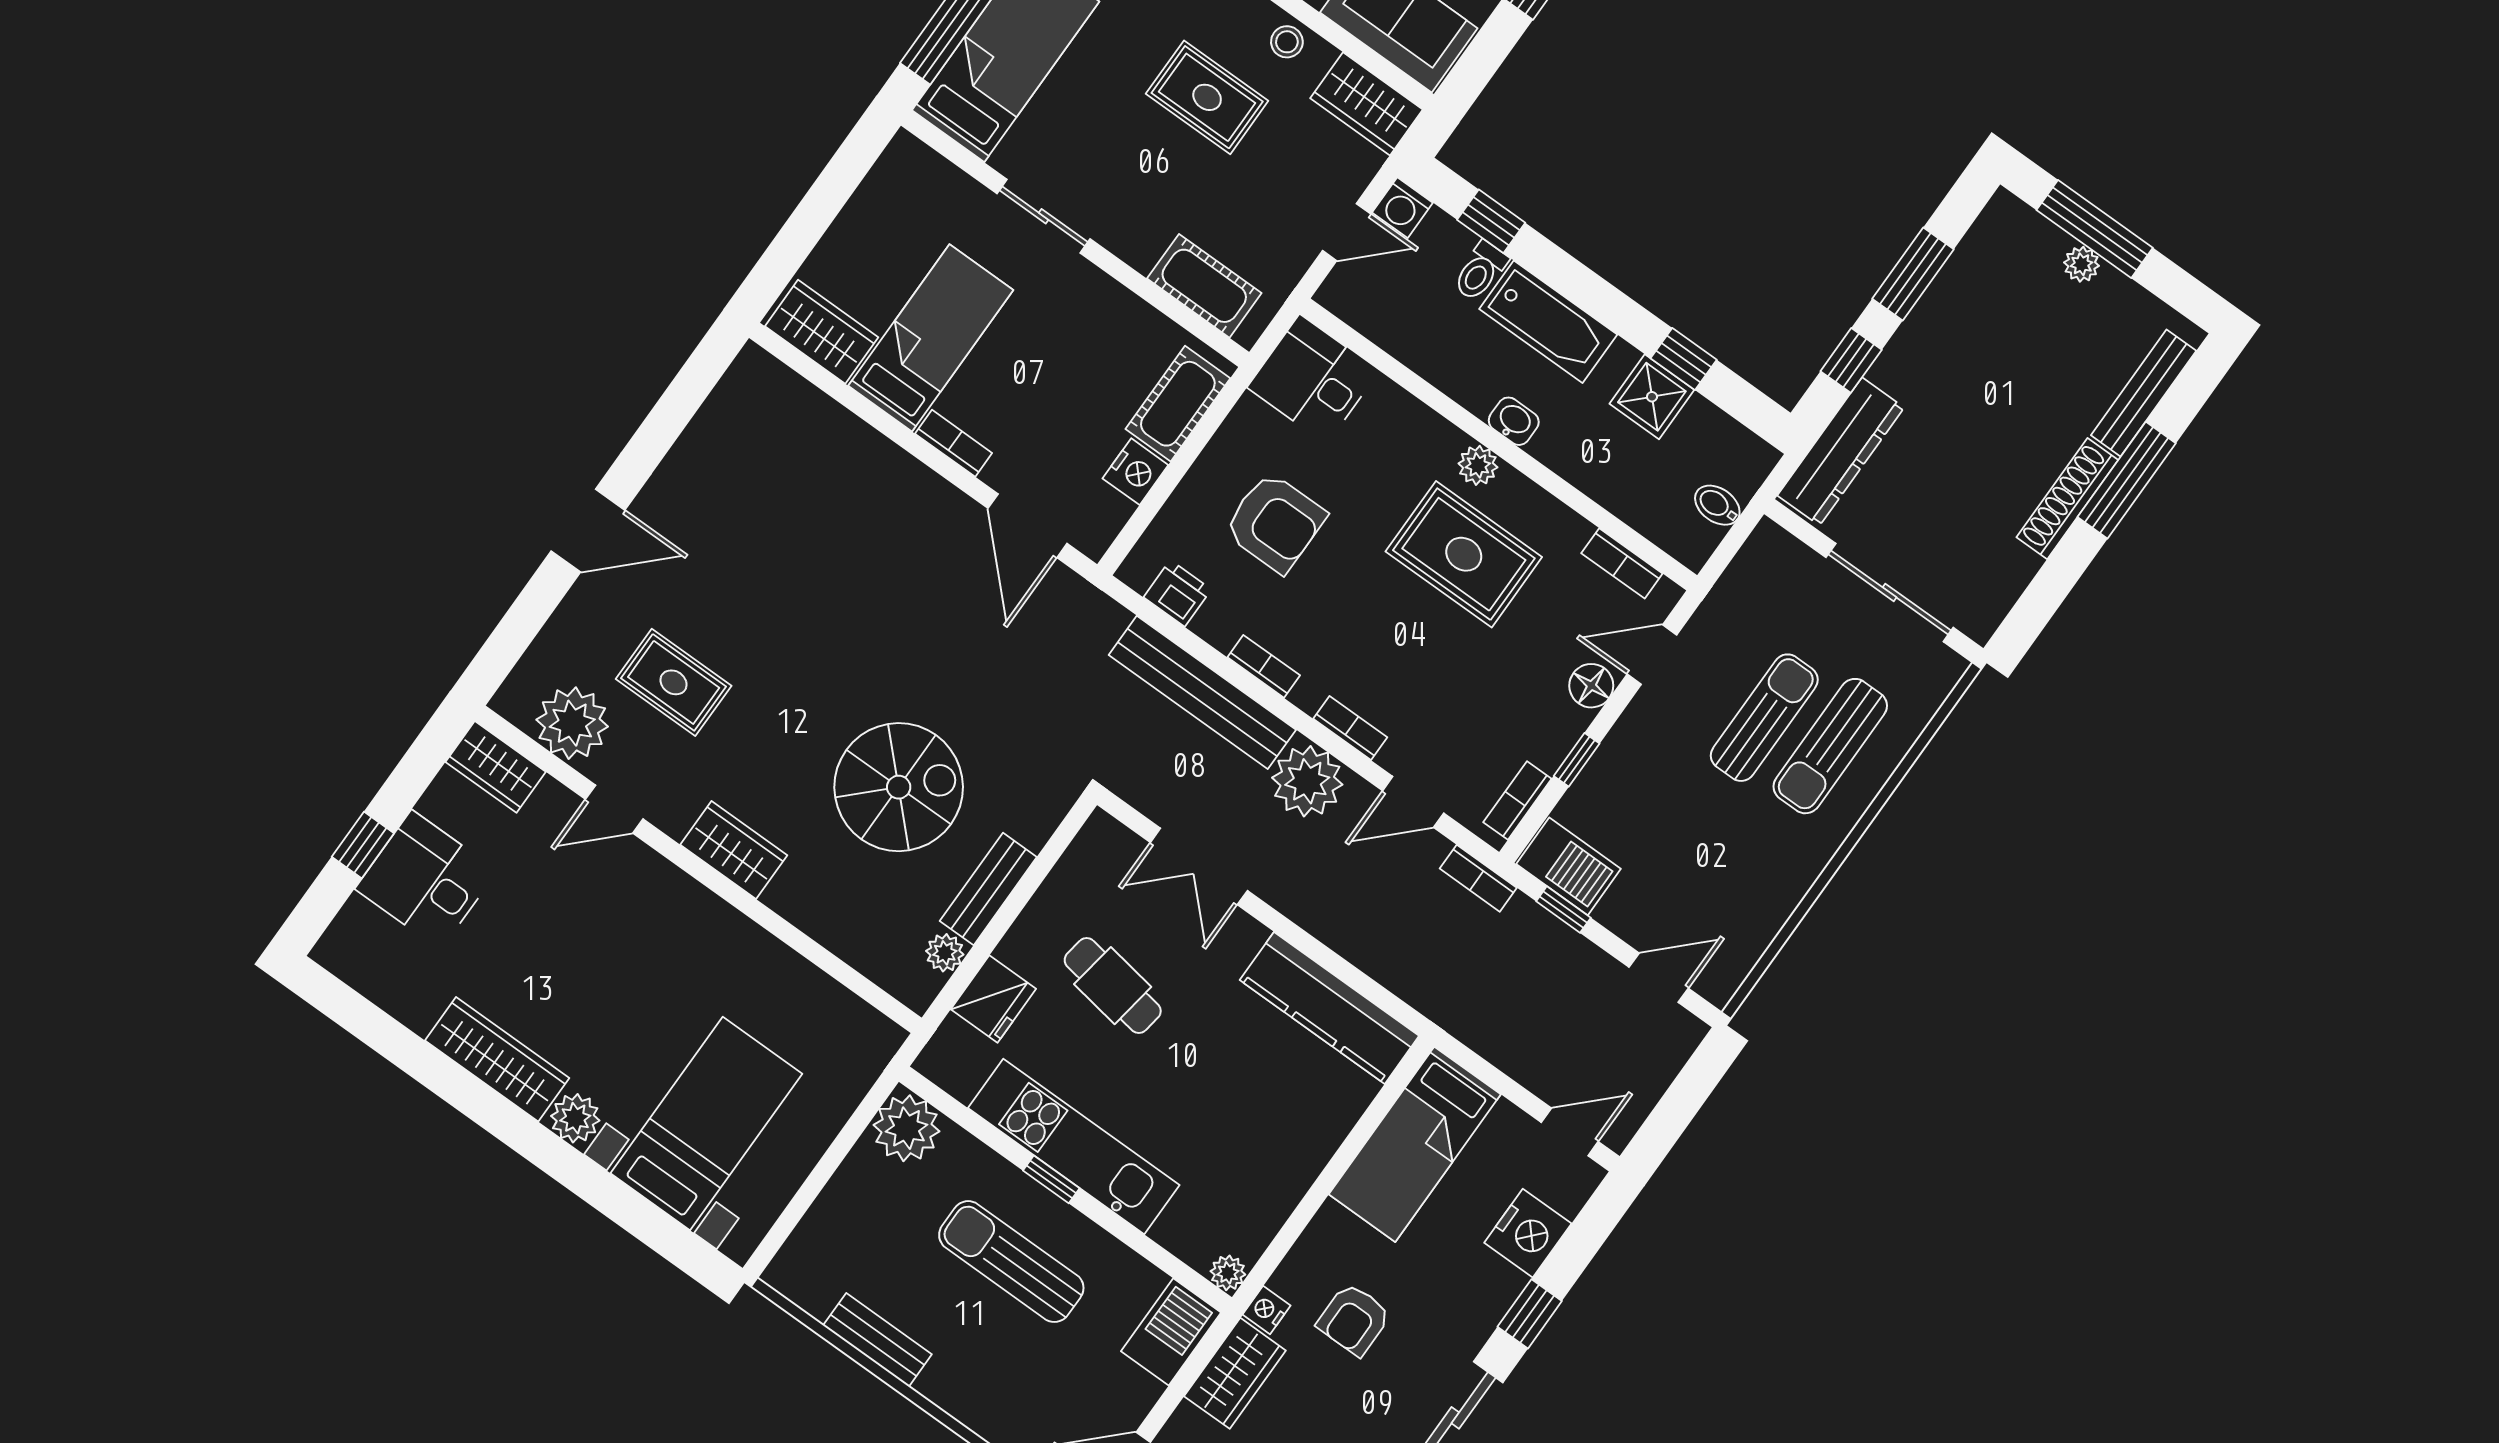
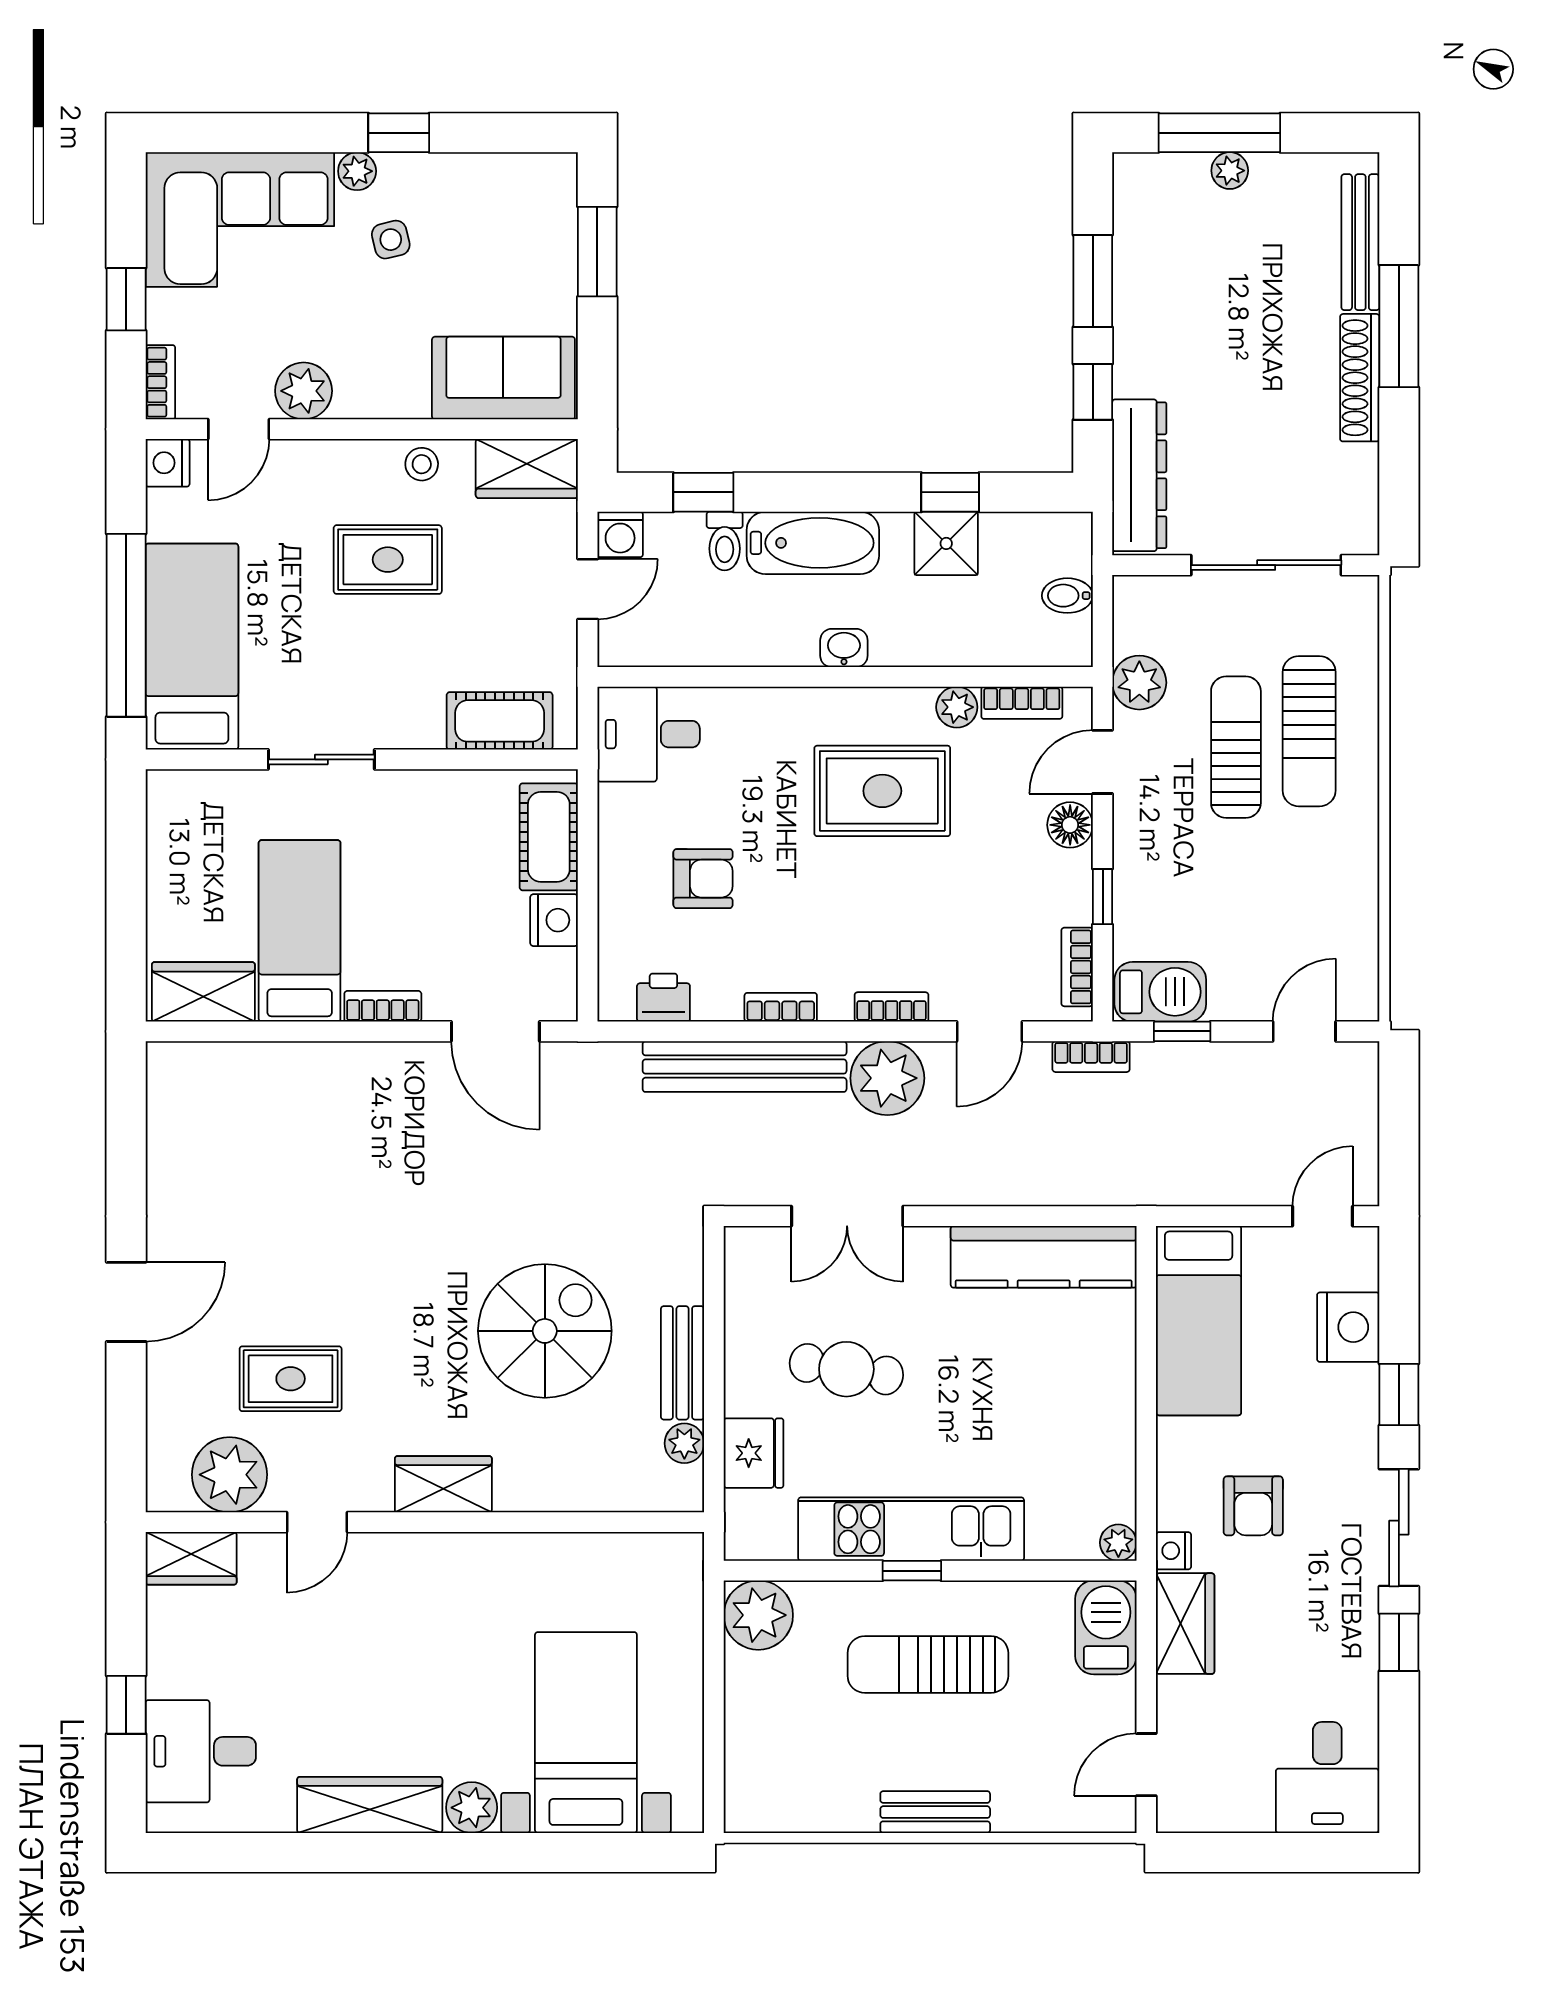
plant: (1478, 465) -> (957, 707), moved
armchair: (1275, 522) -> (703, 879), width x0.72, depth x0.72
plant: (1725, 613) -> (1139, 683), added
desk: (426, 880) -> (201, 1751), moved
bench: (877, 1340) -> (935, 1812), moved

